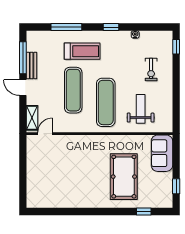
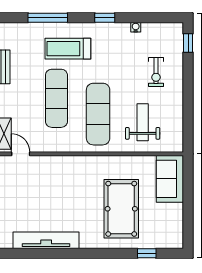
treadmill: (82, 51) -> (68, 49), turned 180
door: (45, 134) -> (21, 154), hinge flipped
window: (176, 186) -> (188, 221), removed
tv unit: (65, 201) -> (46, 240), added

